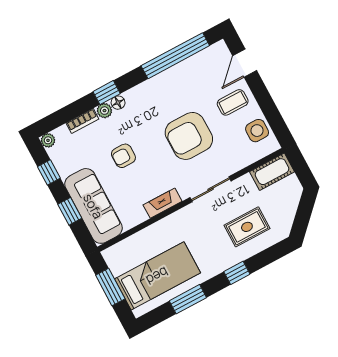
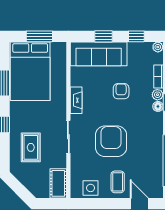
bed: (157, 276) -> (30, 71), width x1.50

